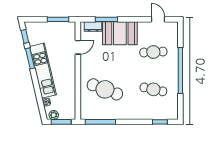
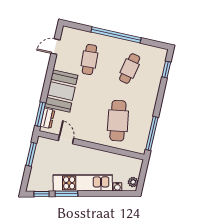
window: (106, 19) -> (40, 114), moved
cafe table: (105, 89) -> (118, 121), turned -30
window: (61, 122) -> (142, 176), removed

